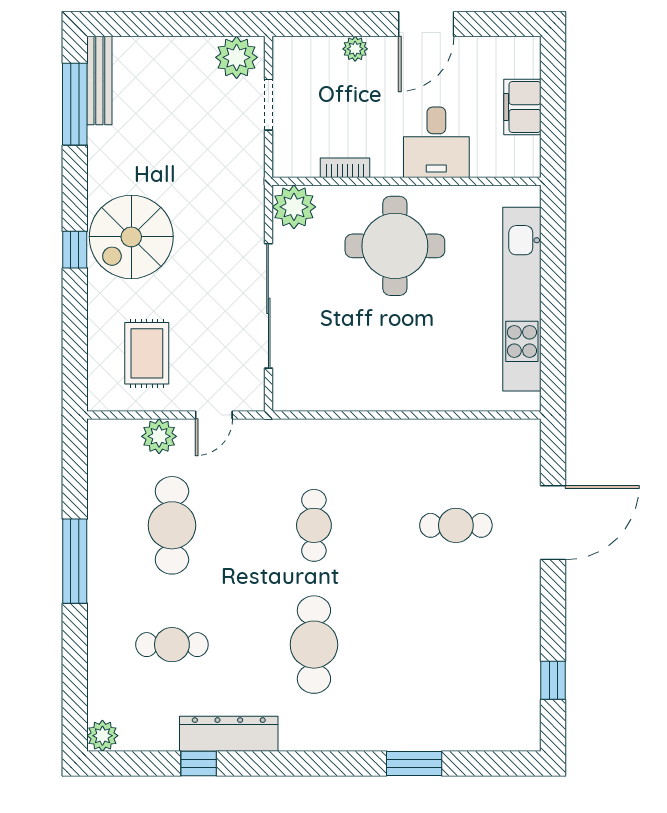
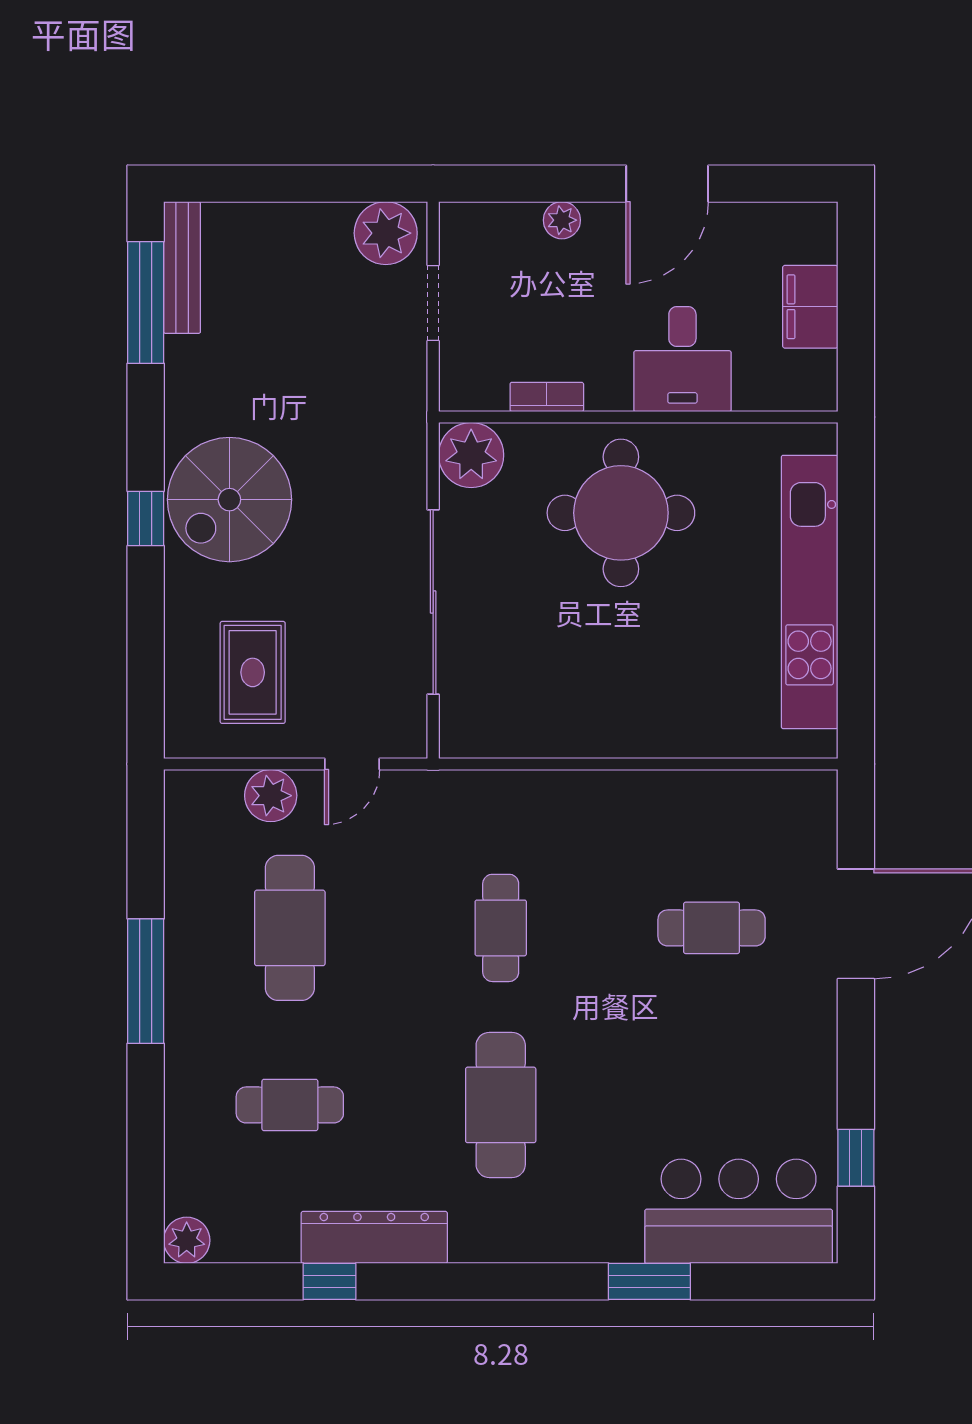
bar counter: (474, 716) -> (739, 1211), added

